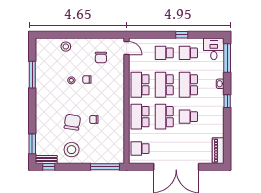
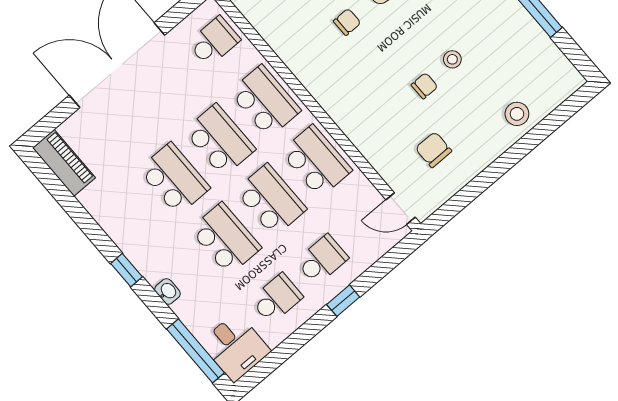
window: (182, 35) -> (343, 301), moved
school desk: (188, 117) -> (174, 179), width x1.85

